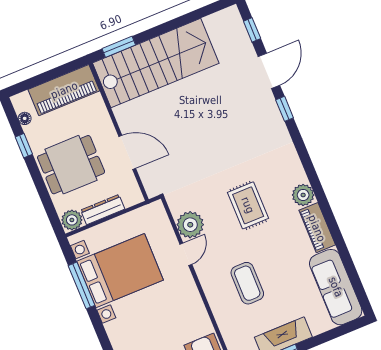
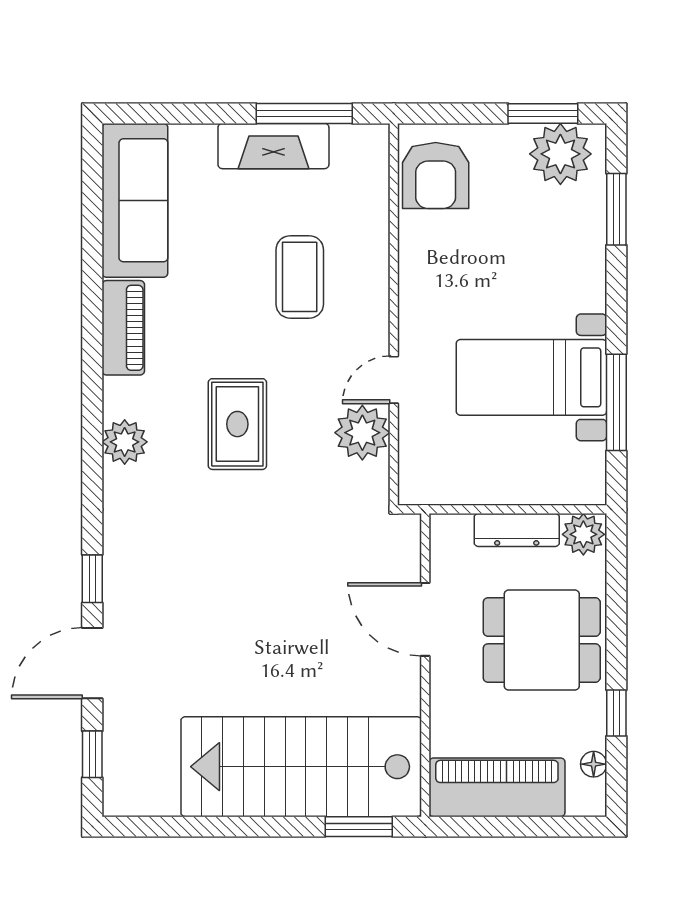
plant: (303, 195) -> (125, 442), moved
bed with nightstands: (120, 271) -> (531, 377), width x0.73

